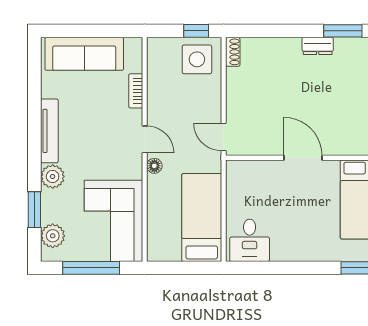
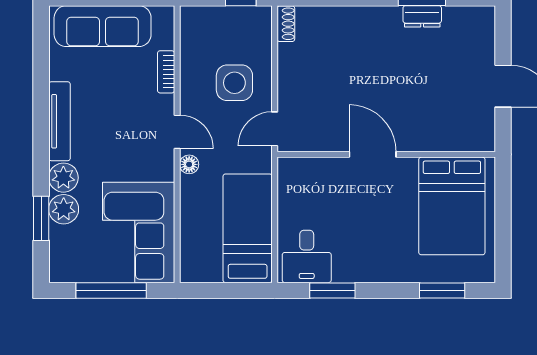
dresser: (318, 46) -> (422, 16), moved
side table: (197, 59) -> (234, 83), moved
door: (224, 137) -> (275, 129), hinge flipped
plant: (53, 236) -> (64, 209), moved
window: (270, 268) -> (332, 290), added

